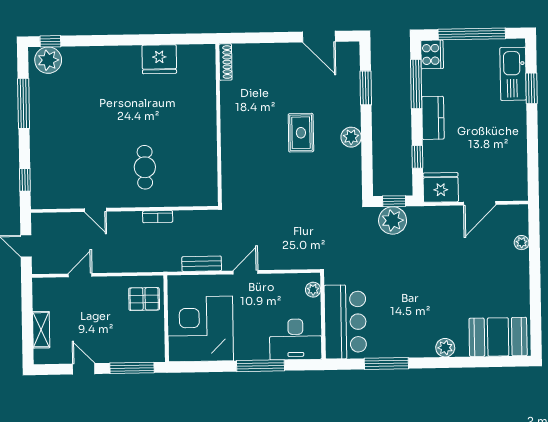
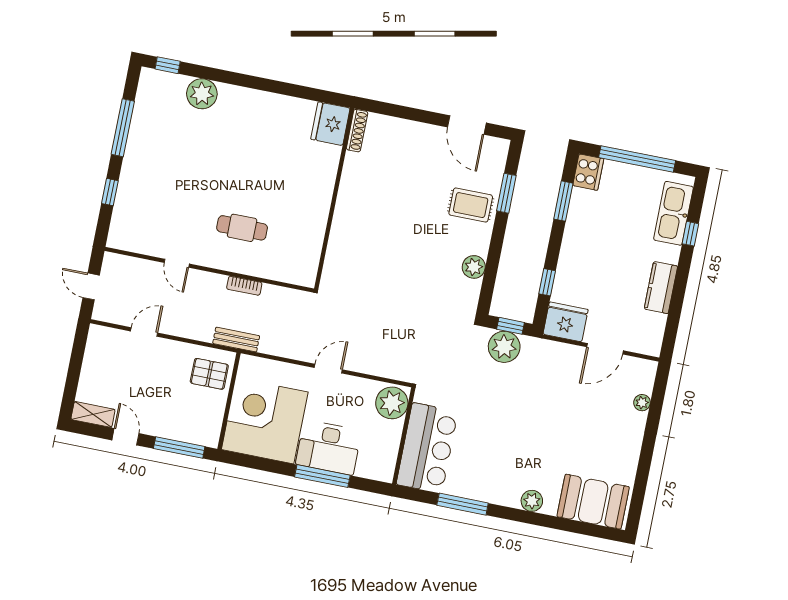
fridge: (159, 59) -> (330, 124), moved, turned 90
plant: (48, 60) -> (202, 94), moved
window: (416, 84) -> (563, 201), width x0.69
window: (532, 88) -> (690, 234), width x0.67
kitchen counter: (433, 118) -> (661, 288), moved, turned 180
rug: (301, 133) -> (471, 205), moved, turned 90
plant: (351, 137) -> (474, 267), moved
cafe table: (145, 167) -> (242, 228), turned 90
window: (25, 180) -> (110, 192), moved
bench: (202, 264) -> (236, 340), moved
plant: (313, 290) -> (392, 403), width x1.87, depth x1.87
shelving: (41, 330) -> (93, 414), moved, turned 90
desk: (296, 339) -> (329, 448), moved

